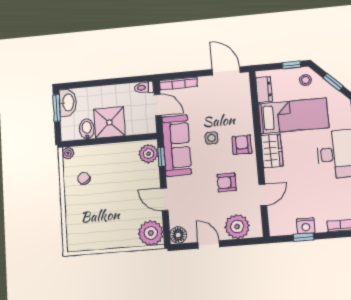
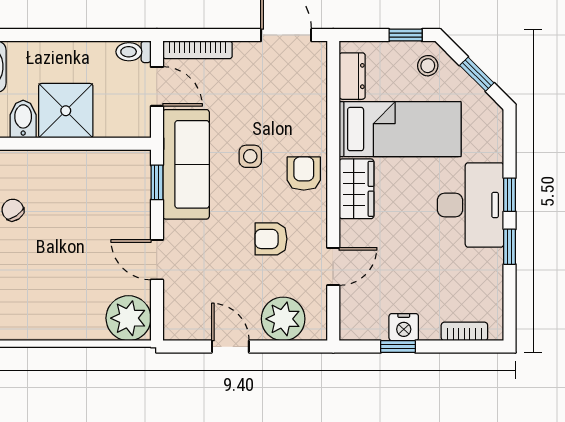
plant: (149, 154) -> (134, 175), removed
floor lamp: (178, 235) -> (177, 326), removed

